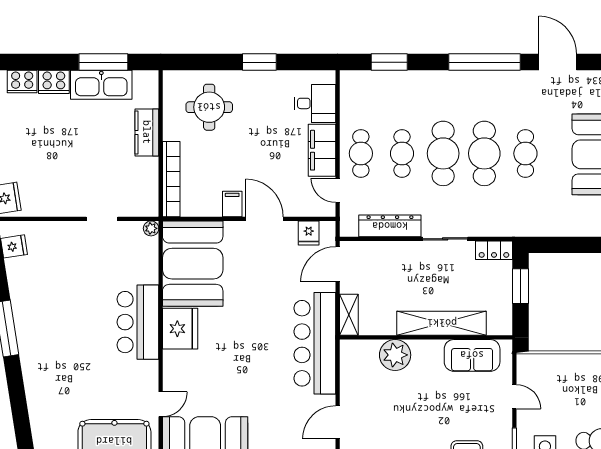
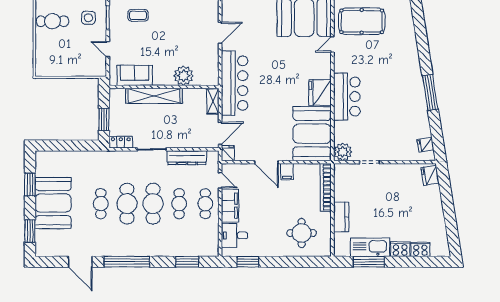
window: (259, 62) -> (248, 262), moved
plant: (151, 228) -> (343, 152), width x1.87, depth x1.87
fridge: (309, 233) -> (228, 153), moved

